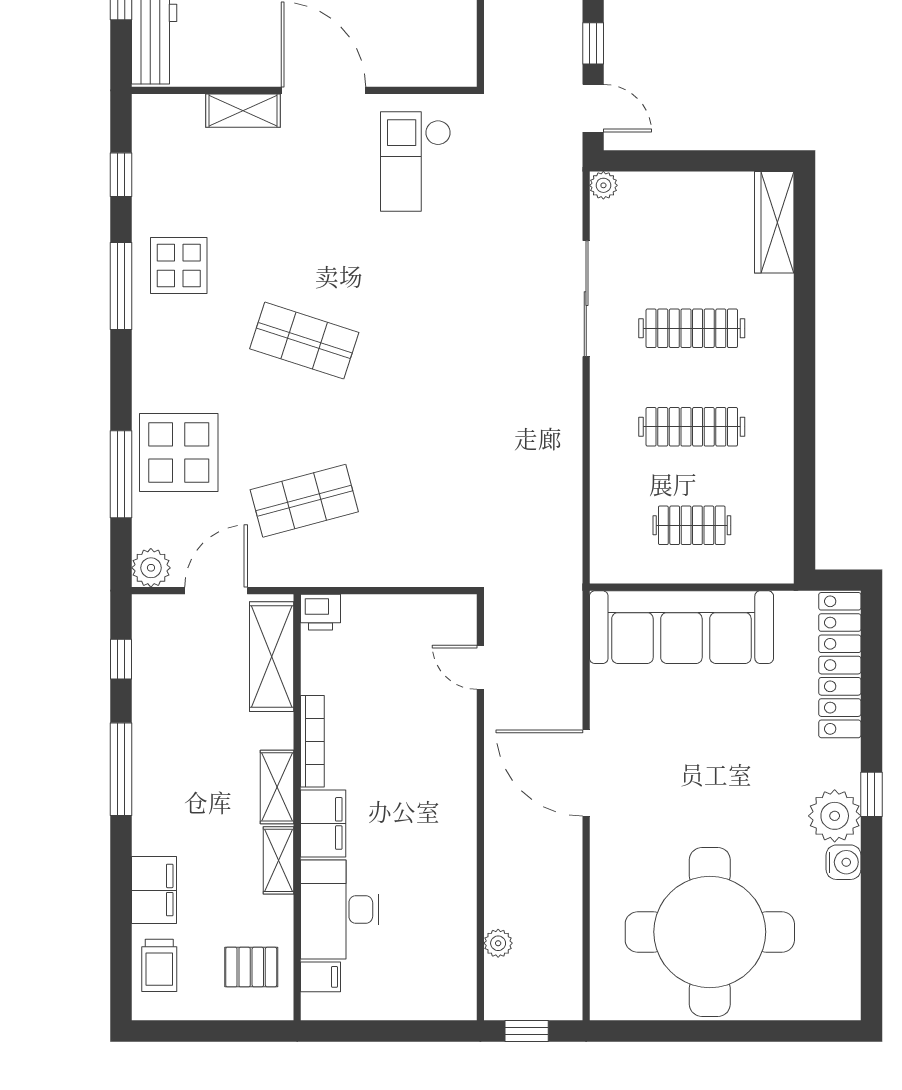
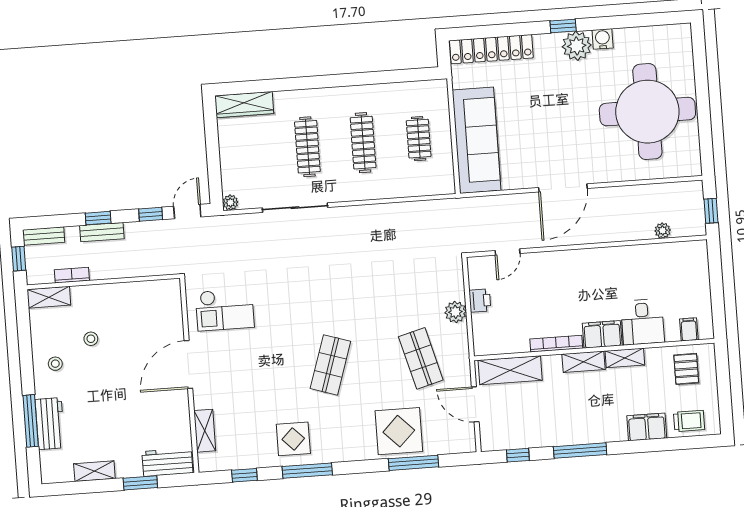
shelving: (243, 111) -> (205, 431), moved
plant: (151, 568) -> (455, 312), moved
printer: (321, 612) -> (480, 301), moved
desk: (340, 909) -> (642, 322), width x0.73

